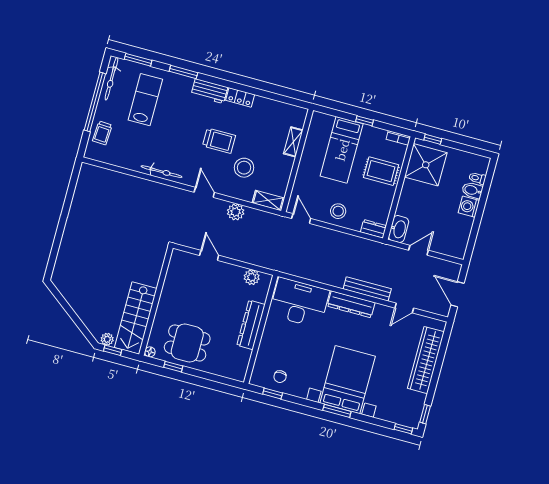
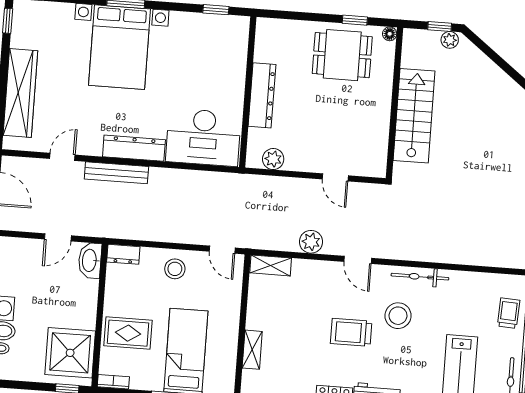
stool: (244, 168) -> (398, 316), moved
stairs: (136, 318) -> (414, 116), moved
chair: (280, 377) -> (210, 34), removed

